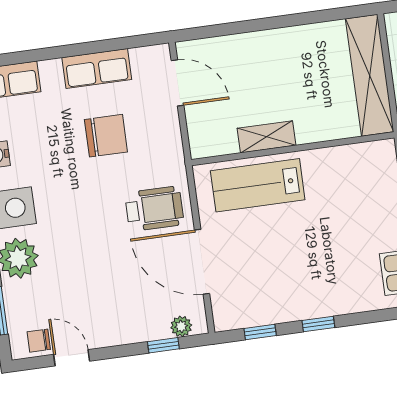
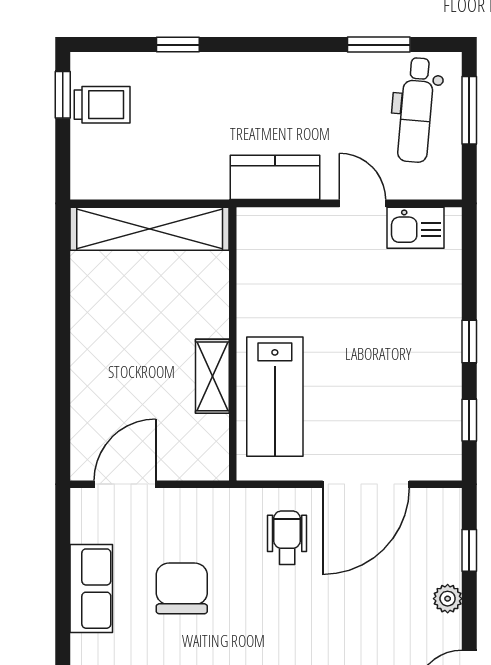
wheelchair: (154, 209) -> (287, 538), width x0.73, depth x0.73
plant: (181, 326) -> (448, 599), moved

